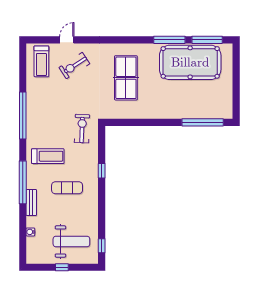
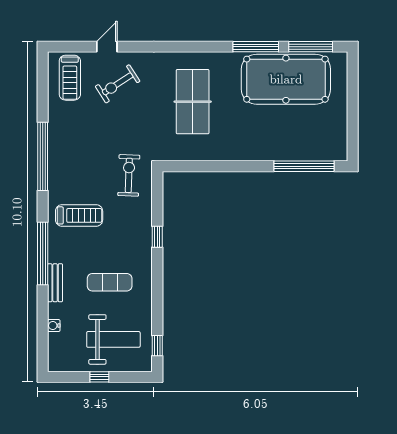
exercise mat: (67, 188) -> (110, 282), moved

